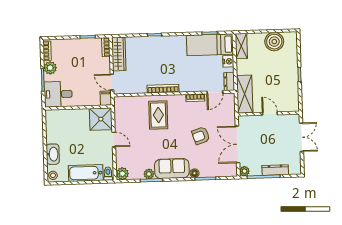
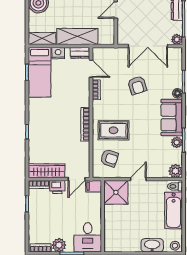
printer: (104, 65) -> (57, 187), added
shelving: (245, 94) -> (77, 37), moved
armchair: (132, 112) -> (109, 158), added

